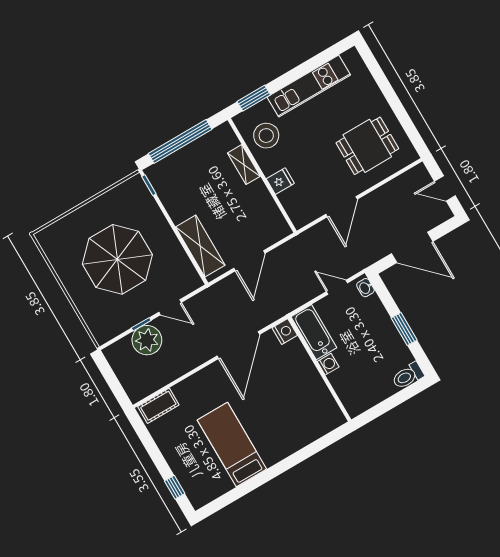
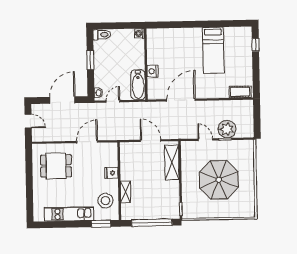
door: (412, 247) -> (62, 100), hinge flipped
door: (249, 261) -> (151, 141), hinge flipped
door: (337, 287) -> (113, 101), swing flipped
nightstand: (285, 332) -> (153, 71), moved
washing machine: (328, 364) -> (139, 33), moved

